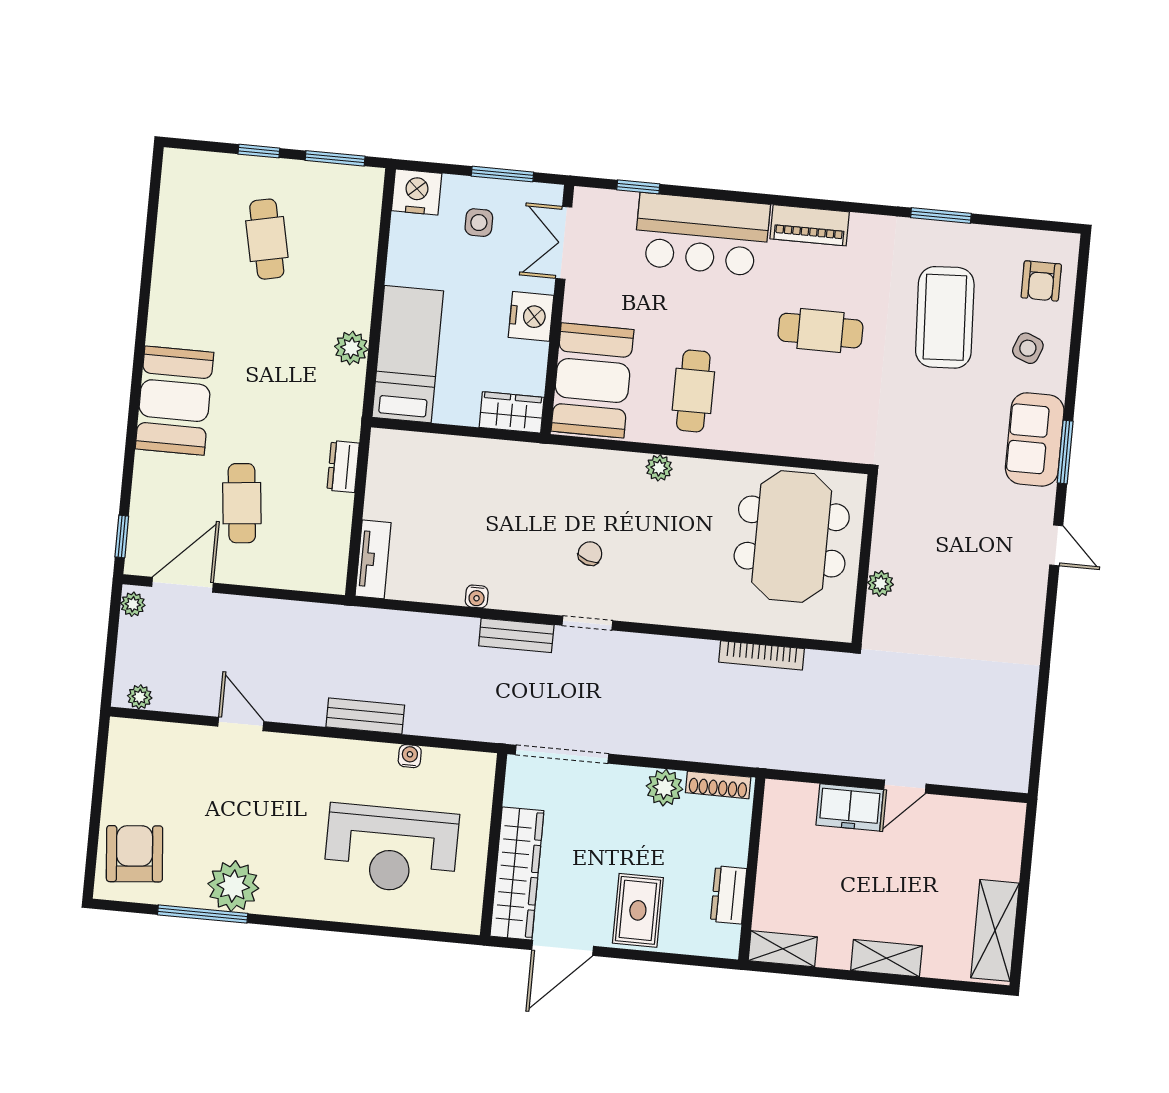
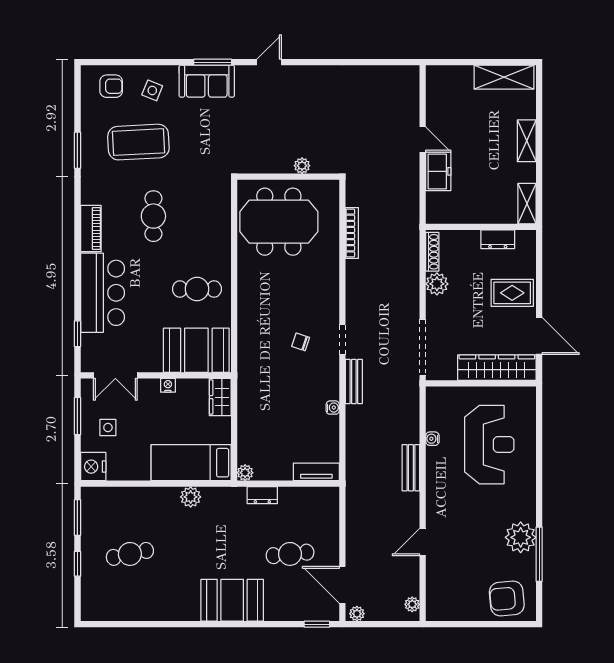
nightstand: (531, 316) -> (168, 385), width x0.53, depth x0.56
plant: (659, 468) -> (245, 473), moved

